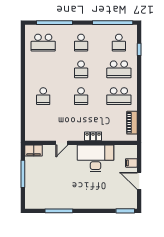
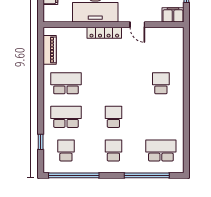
school desk: (81, 96) -> (113, 83), removed
locker: (93, 136) -> (104, 33), width x1.53
door: (62, 143) -> (137, 25), swing flipped

